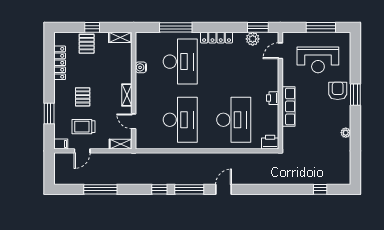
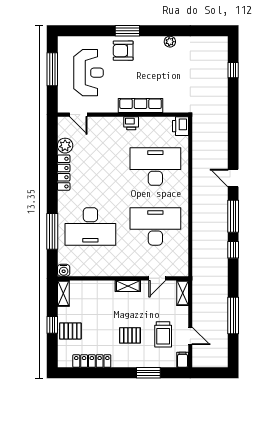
window: (258, 27) -> (52, 140), removed
locker: (217, 38) -> (64, 173), moved
desk: (180, 62) -> (90, 226), turned 180
water cooler: (141, 67) -> (64, 270), moved

